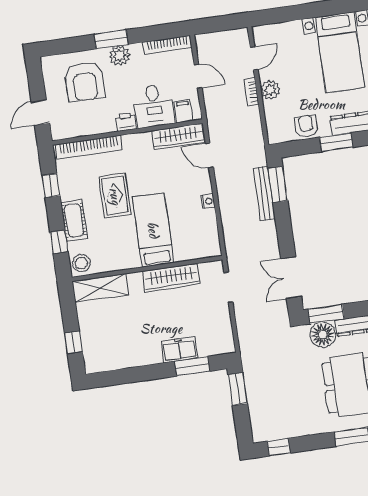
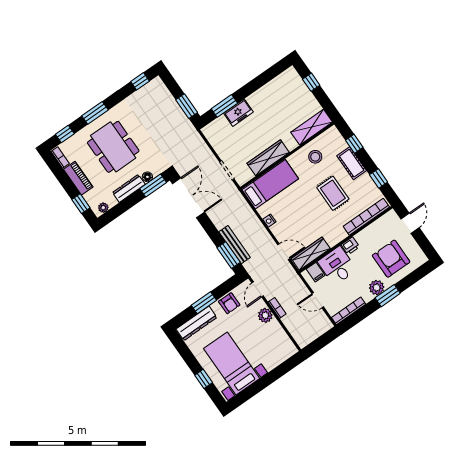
door: (254, 59) -> (258, 289), moved
bed: (153, 230) -> (270, 184), moved, turned -90
stool: (81, 263) -> (315, 157), moved
double door: (291, 278) -> (189, 198), width x1.37
floor lamp: (323, 335) -> (147, 177), width x0.53, depth x0.53

